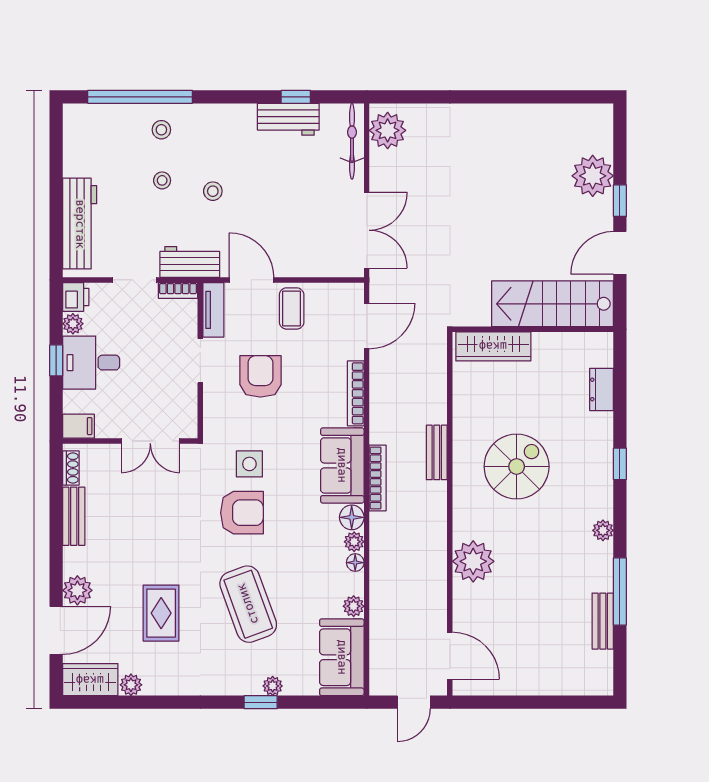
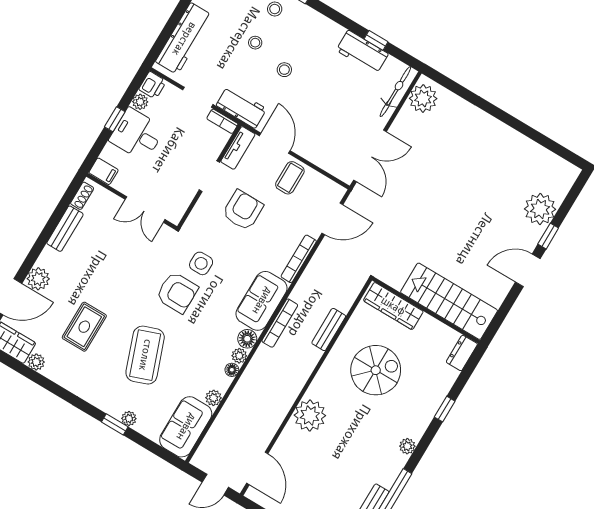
stairs: (553, 304) -> (449, 301), moved
wall: (533, 329) -> (426, 310), moved
wardrobe: (493, 346) -> (393, 306), moved

